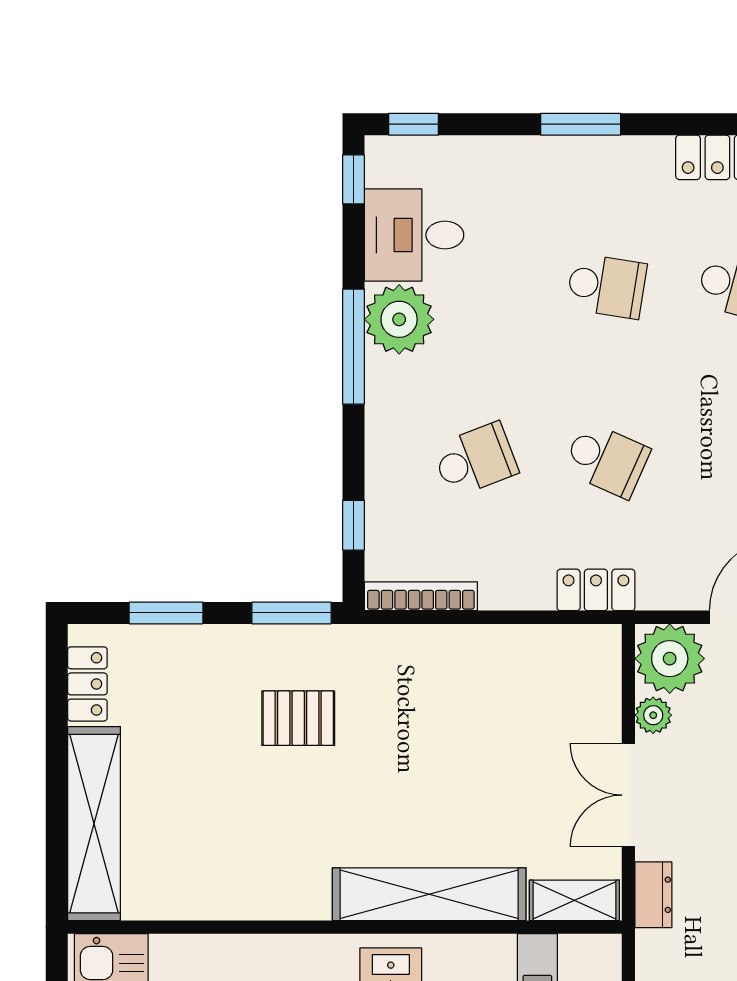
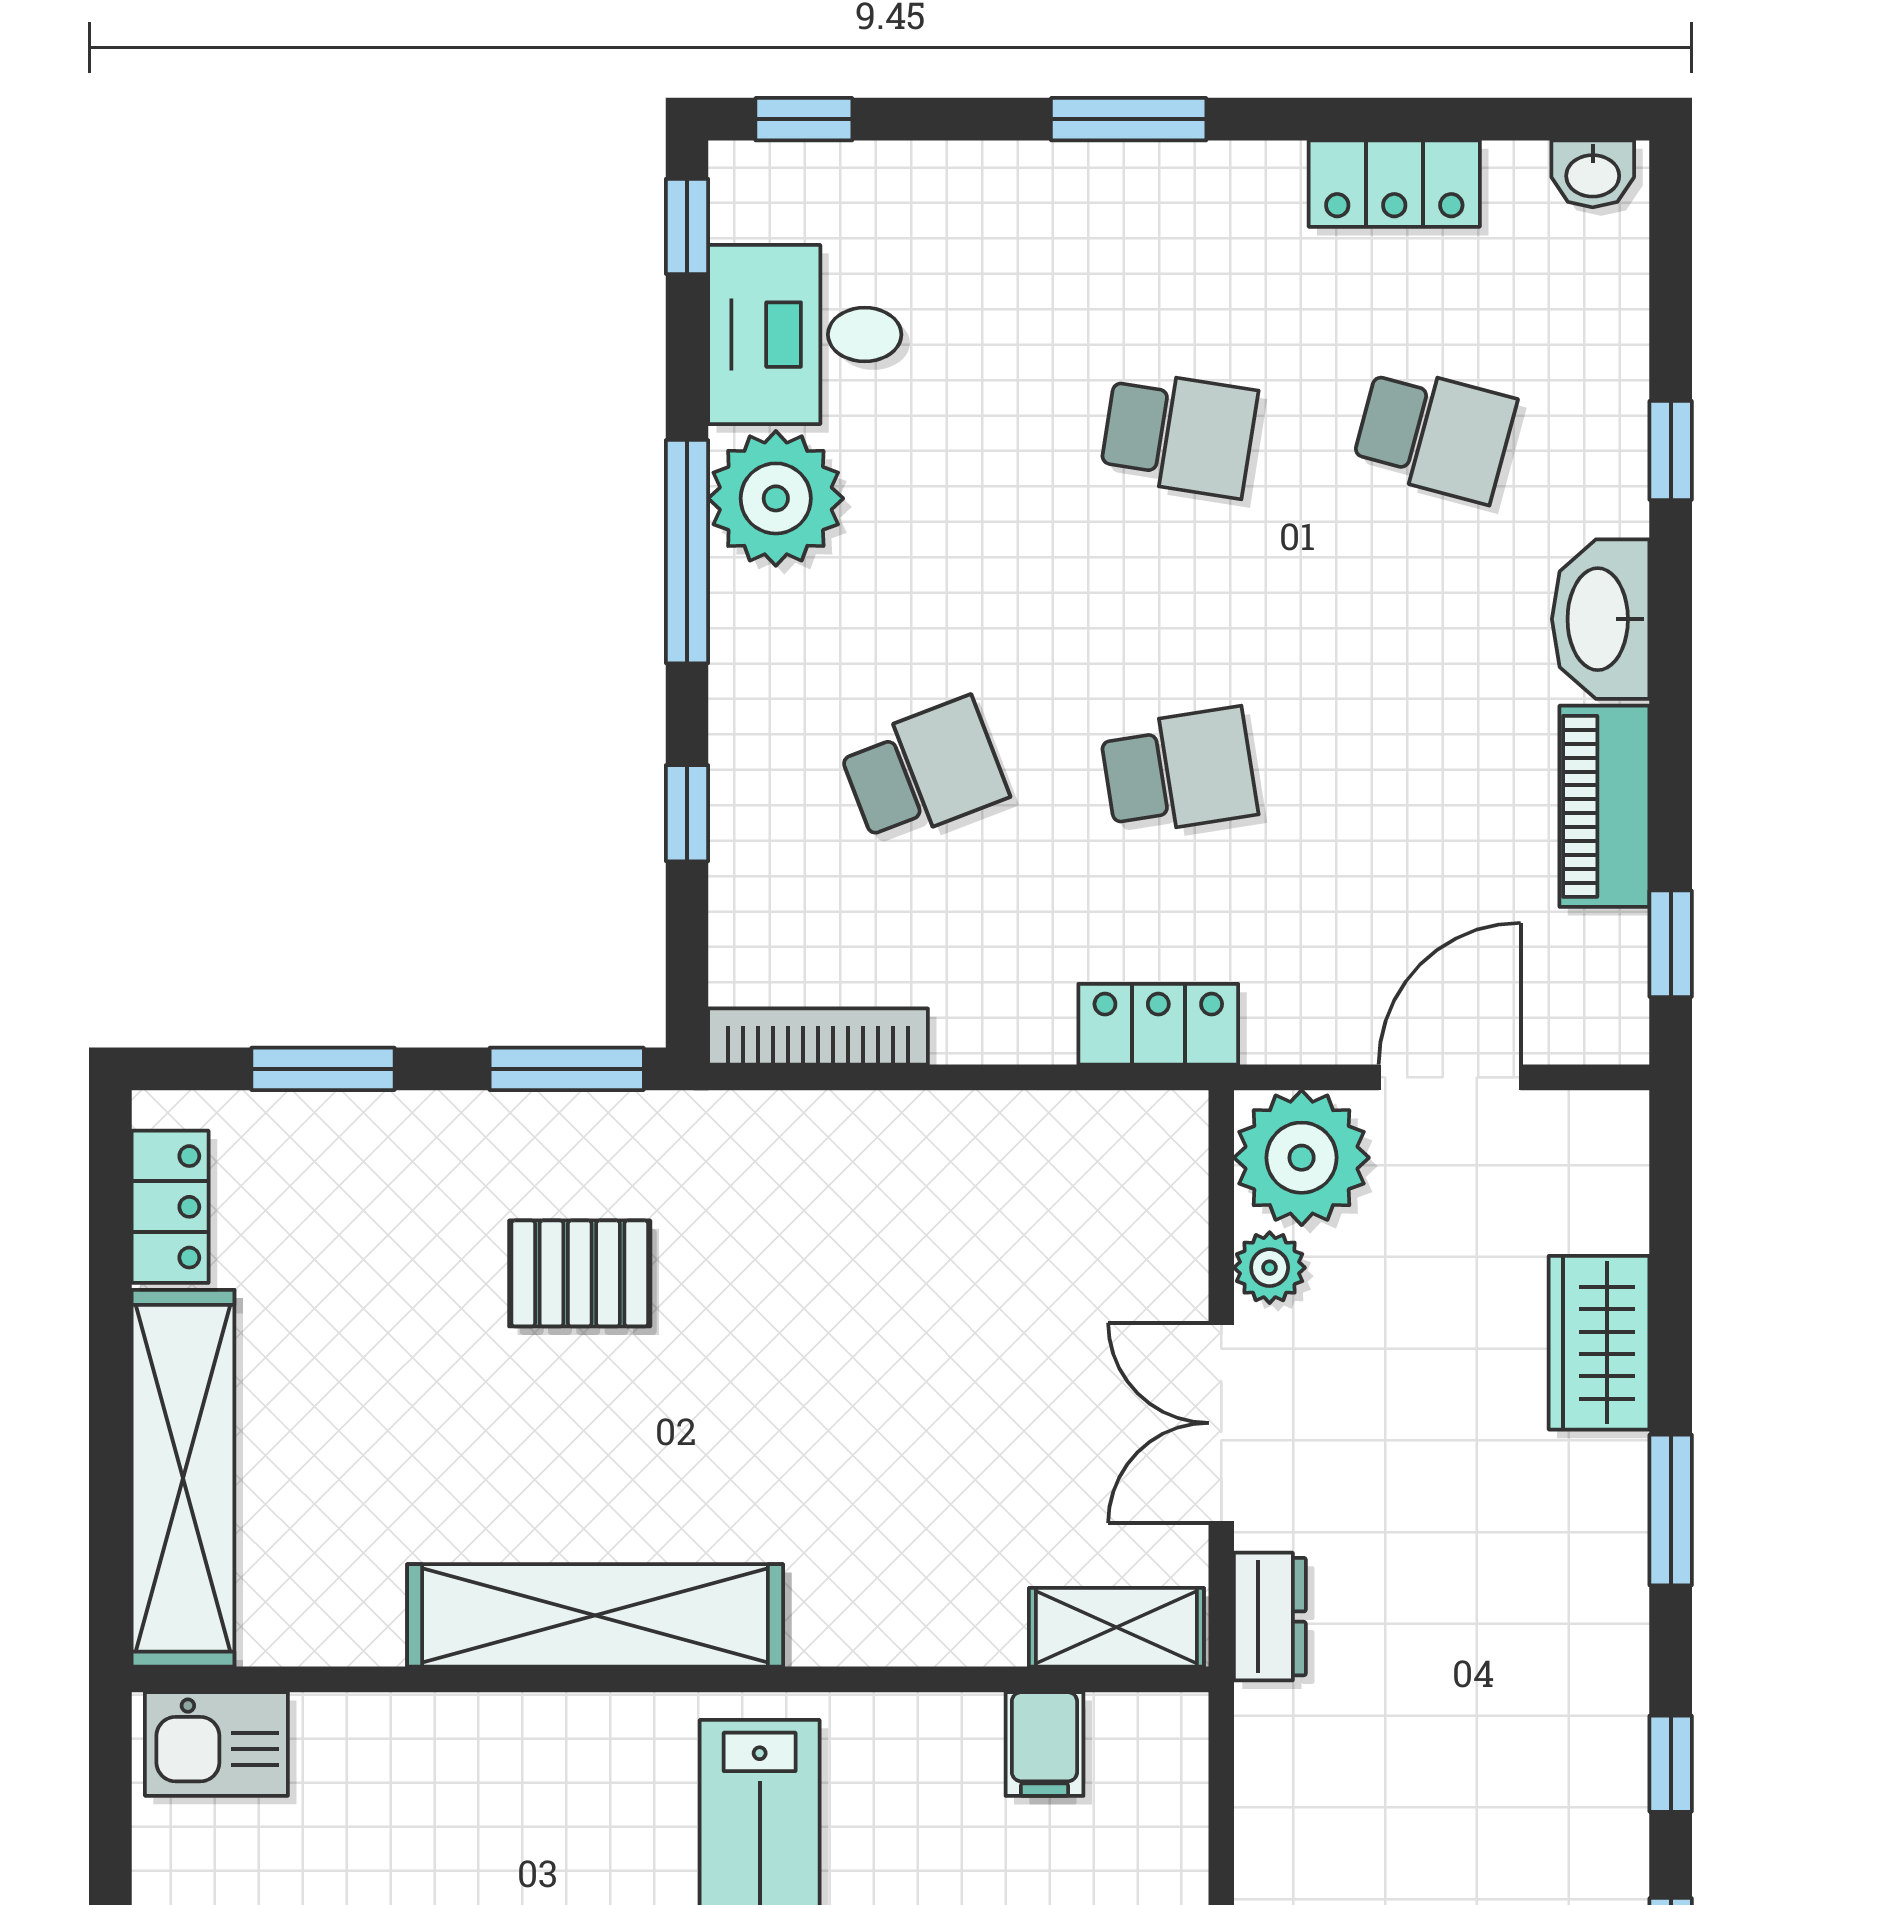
school desk: (607, 460) -> (1179, 771), turned -33
window: (353, 525) -> (687, 813), moved
shelving: (429, 894) -> (595, 1615), moved

